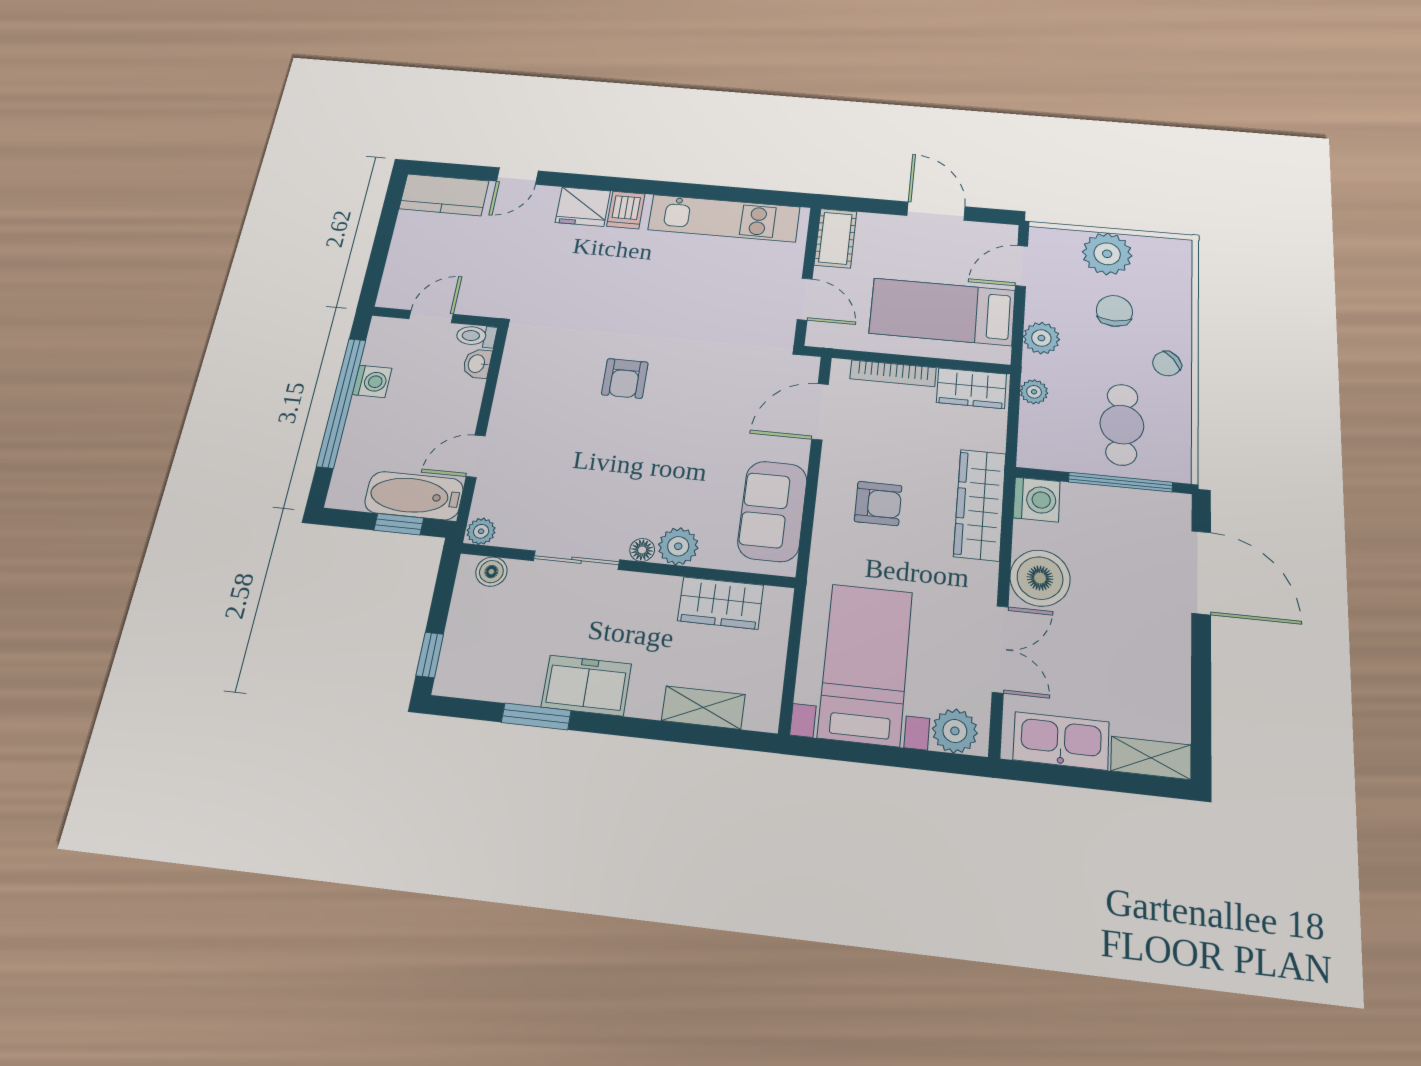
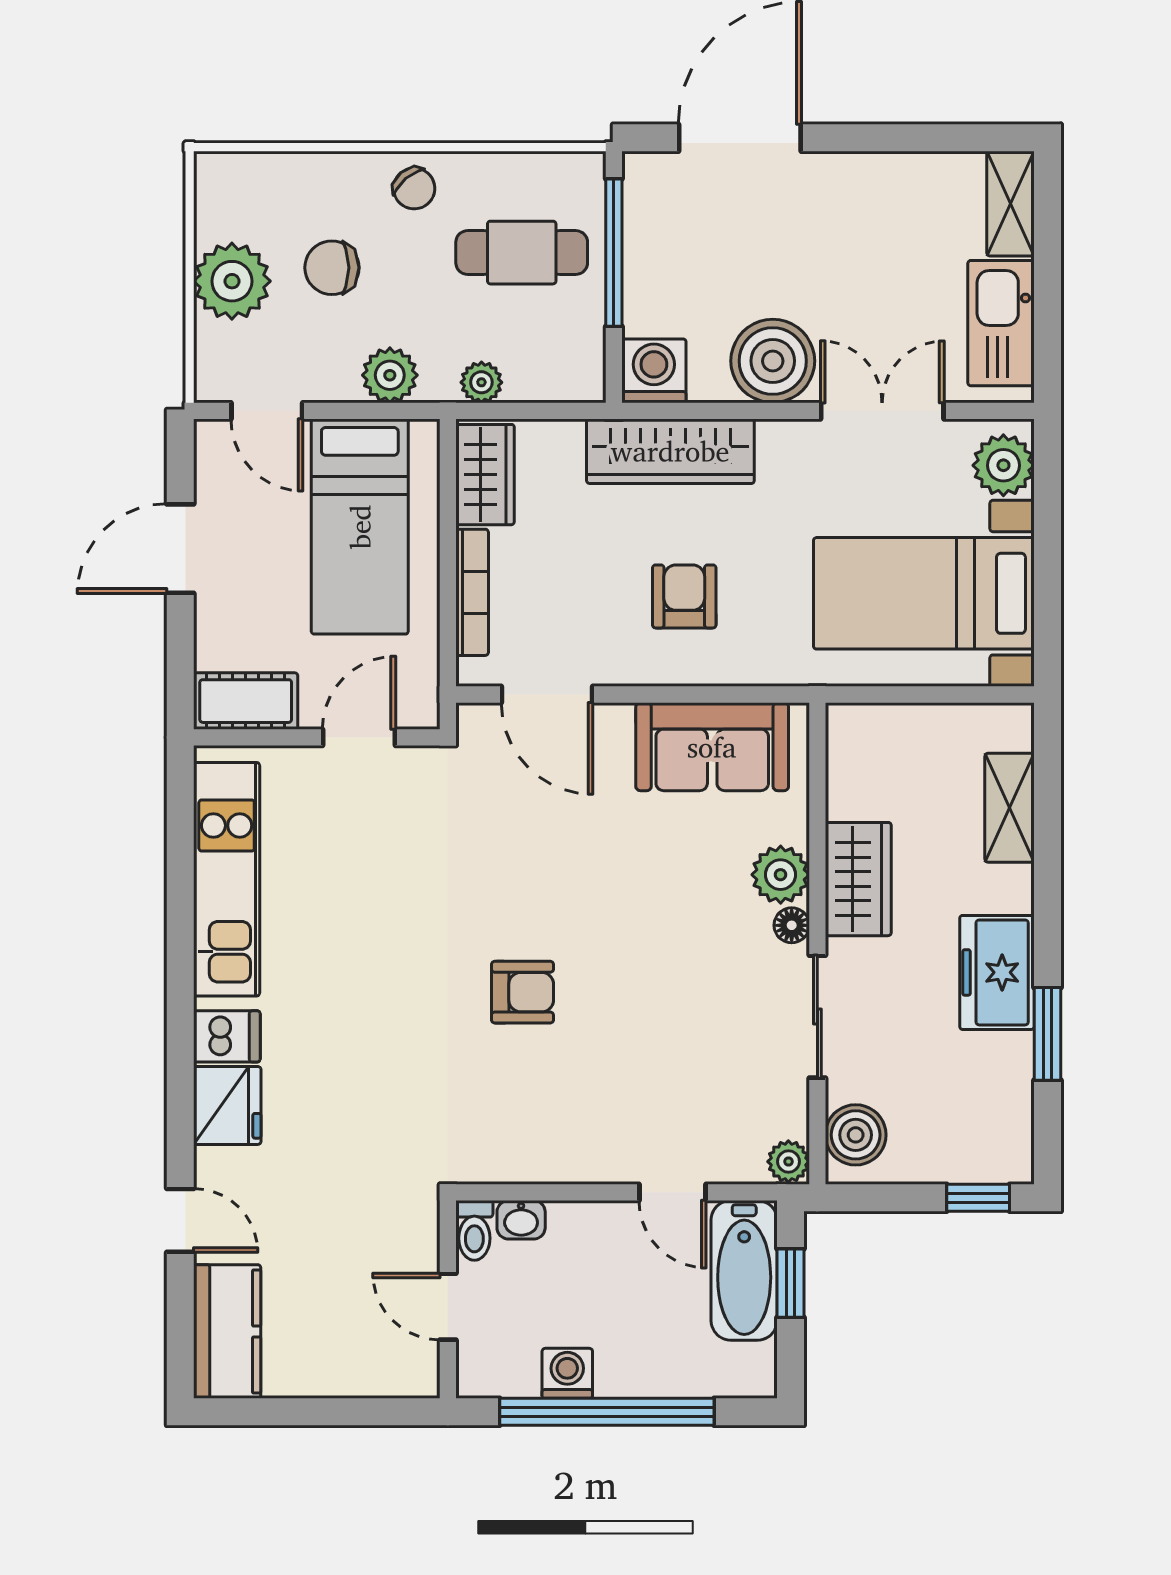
boiler: (491, 572) -> (856, 1135), width x1.36, depth x1.36
wardrobe: (721, 603) -> (858, 879), moved

